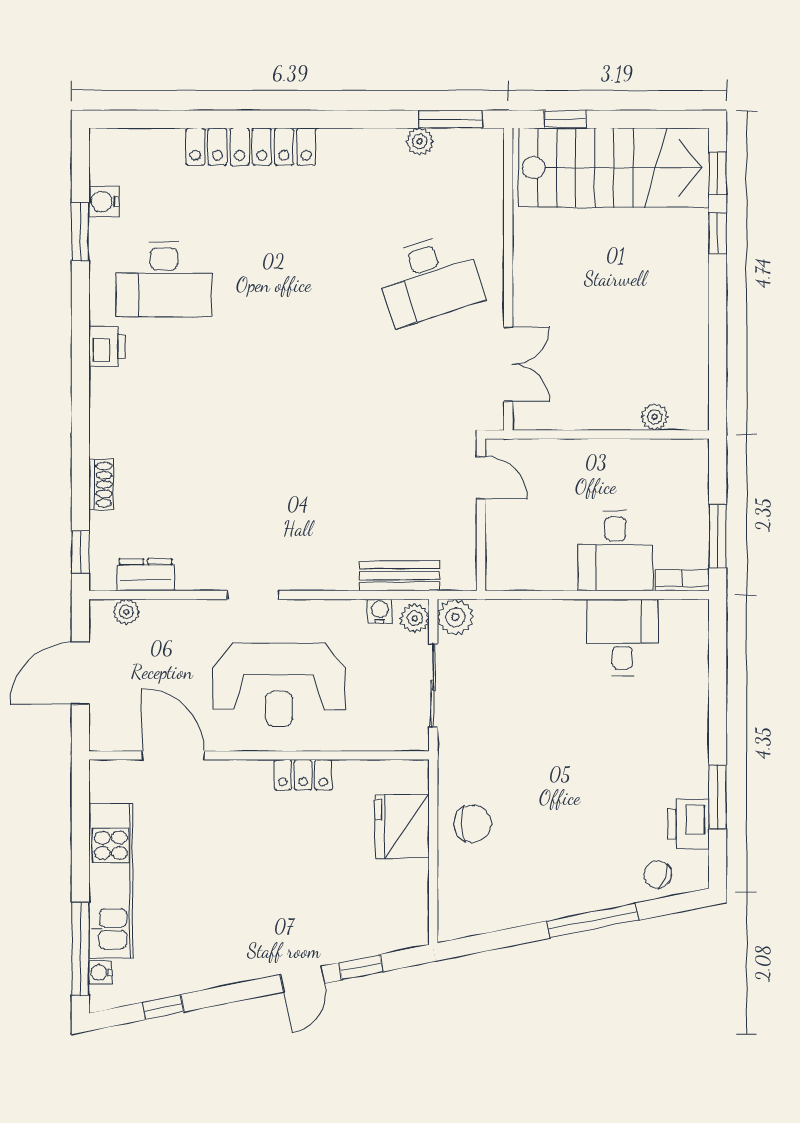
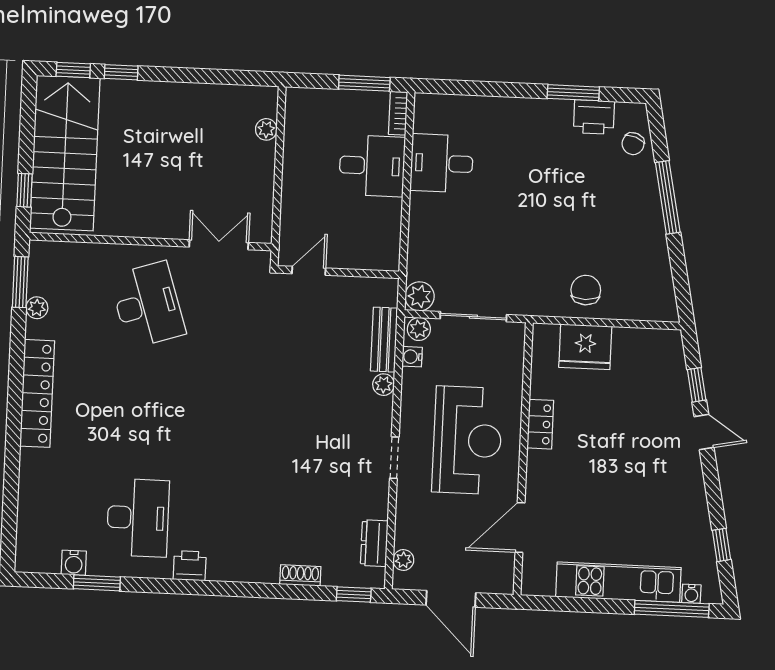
locker: (251, 147) -> (37, 393), moved
plant: (344, 577) -> (384, 385), added

